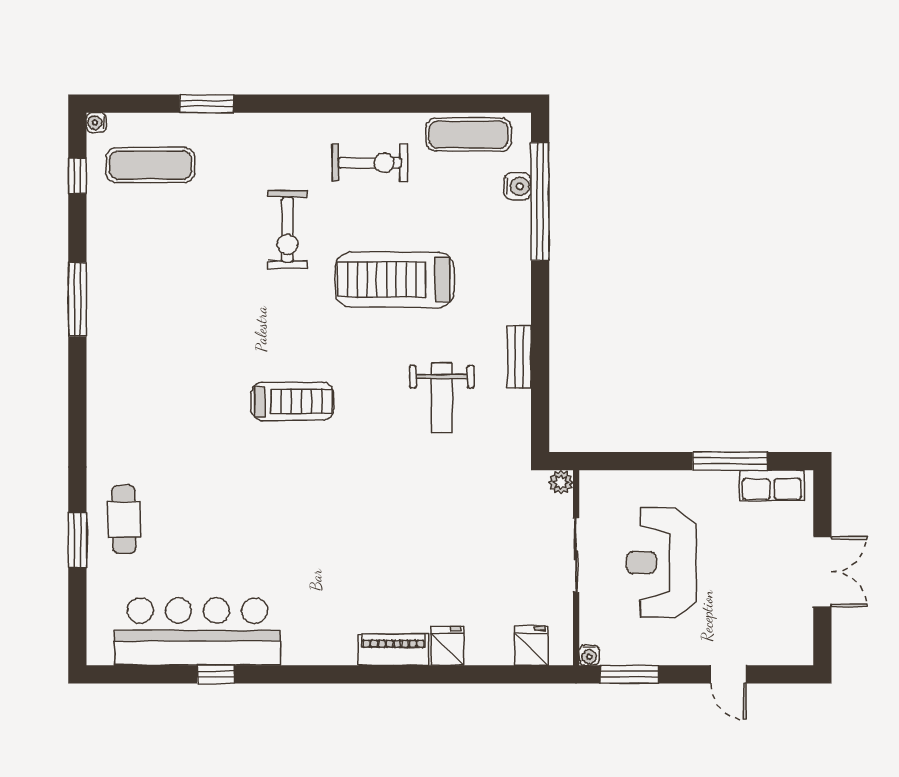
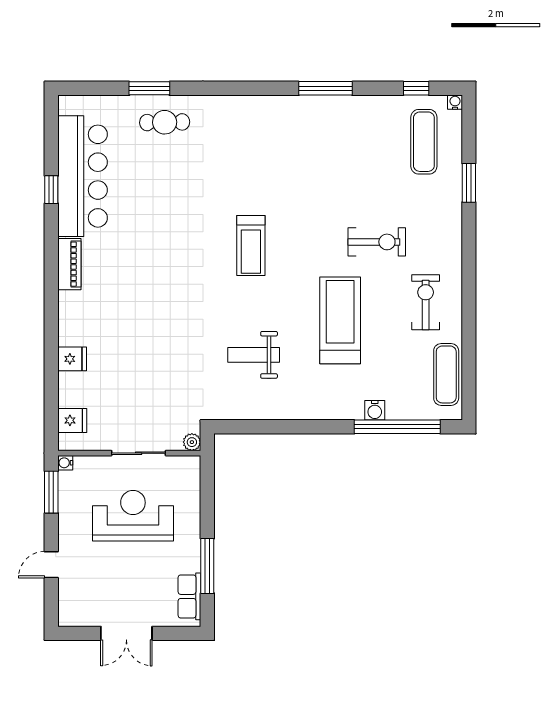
exercise bike: (370, 163) -> (426, 302), turned 180
water cooler: (517, 186) -> (375, 410), moved
exercise bike: (287, 230) -> (377, 242), turned 180
bench: (519, 357) -> (283, 411), removed
piano: (393, 650) -> (69, 264), moved

